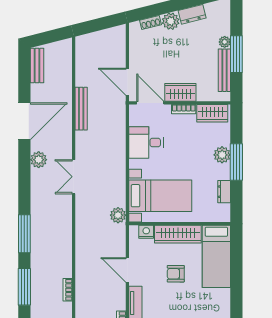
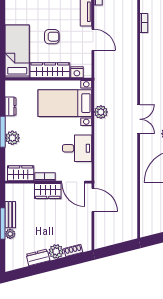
bench: (224, 70) -> (10, 215), width x0.73
bench: (81, 109) -> (132, 177), removed
plant: (118, 215) -> (101, 112), moved

